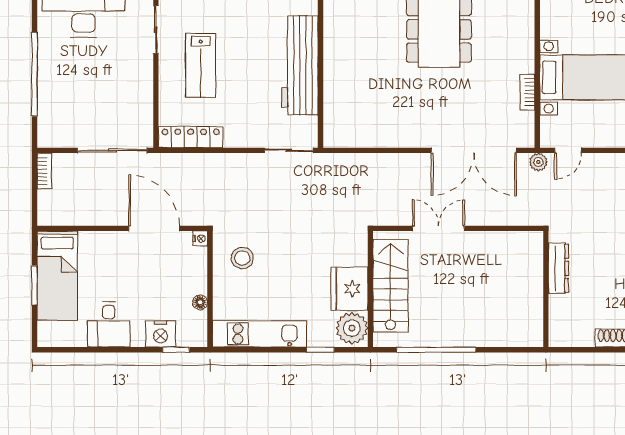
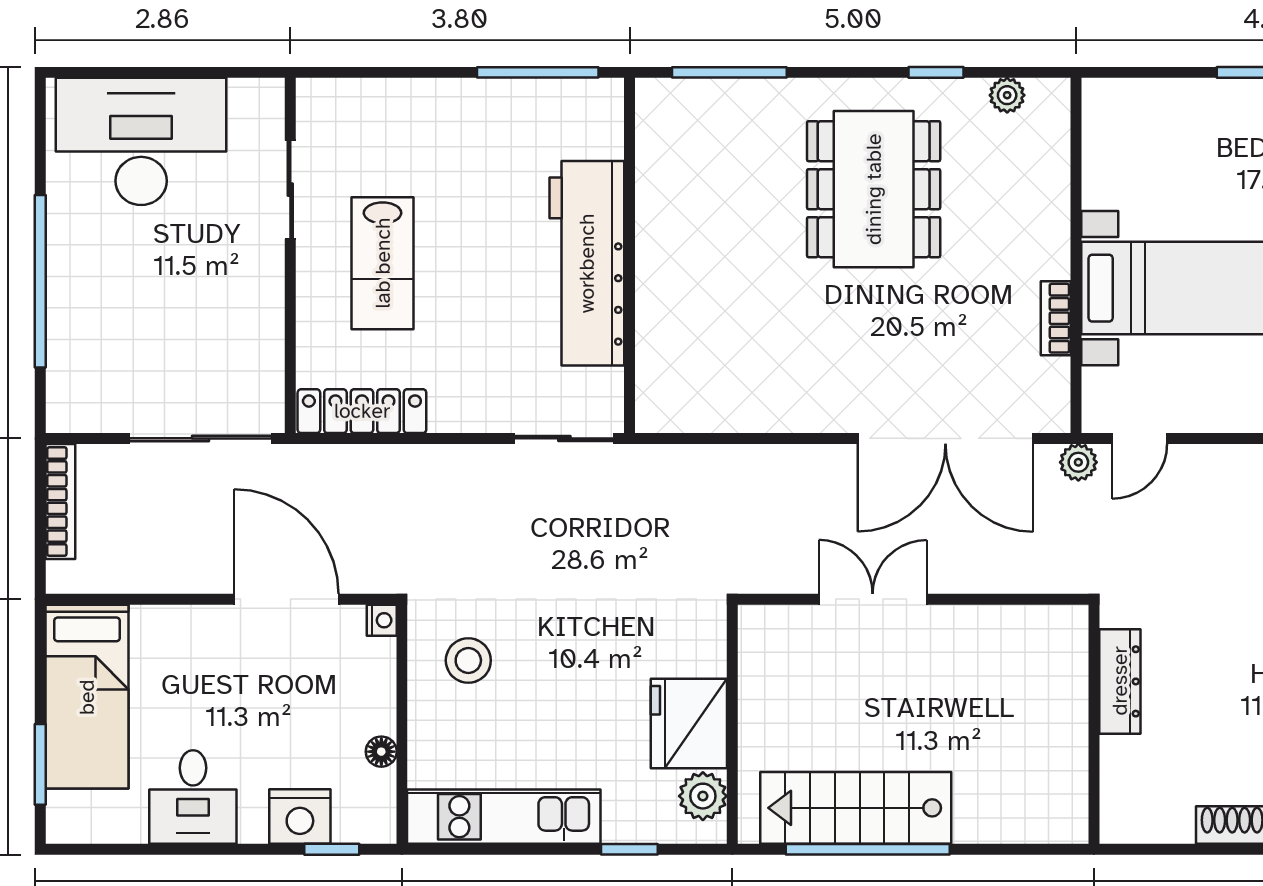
bookcase: (44, 171) -> (60, 502), width x1.56
window: (35, 285) -> (40, 764), moved
stairs: (390, 286) -> (856, 808), moved, turned -90
plant: (352, 328) -> (703, 796), width x0.73, depth x0.73

